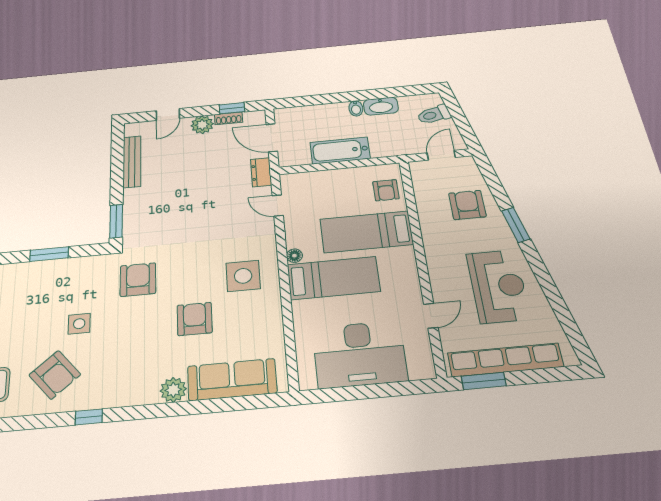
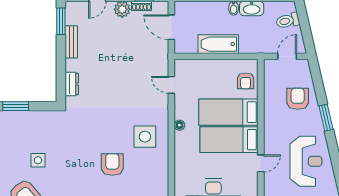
bench: (132, 162) -> (71, 42), width x0.73
dresser: (261, 172) -> (72, 84), moved, turned 180
window: (116, 221) -> (61, 21), moved
bed: (333, 278) -> (229, 140), moved, turned 180
armchair: (138, 280) -> (76, 132), removed
door: (431, 316) -> (261, 163), moved

